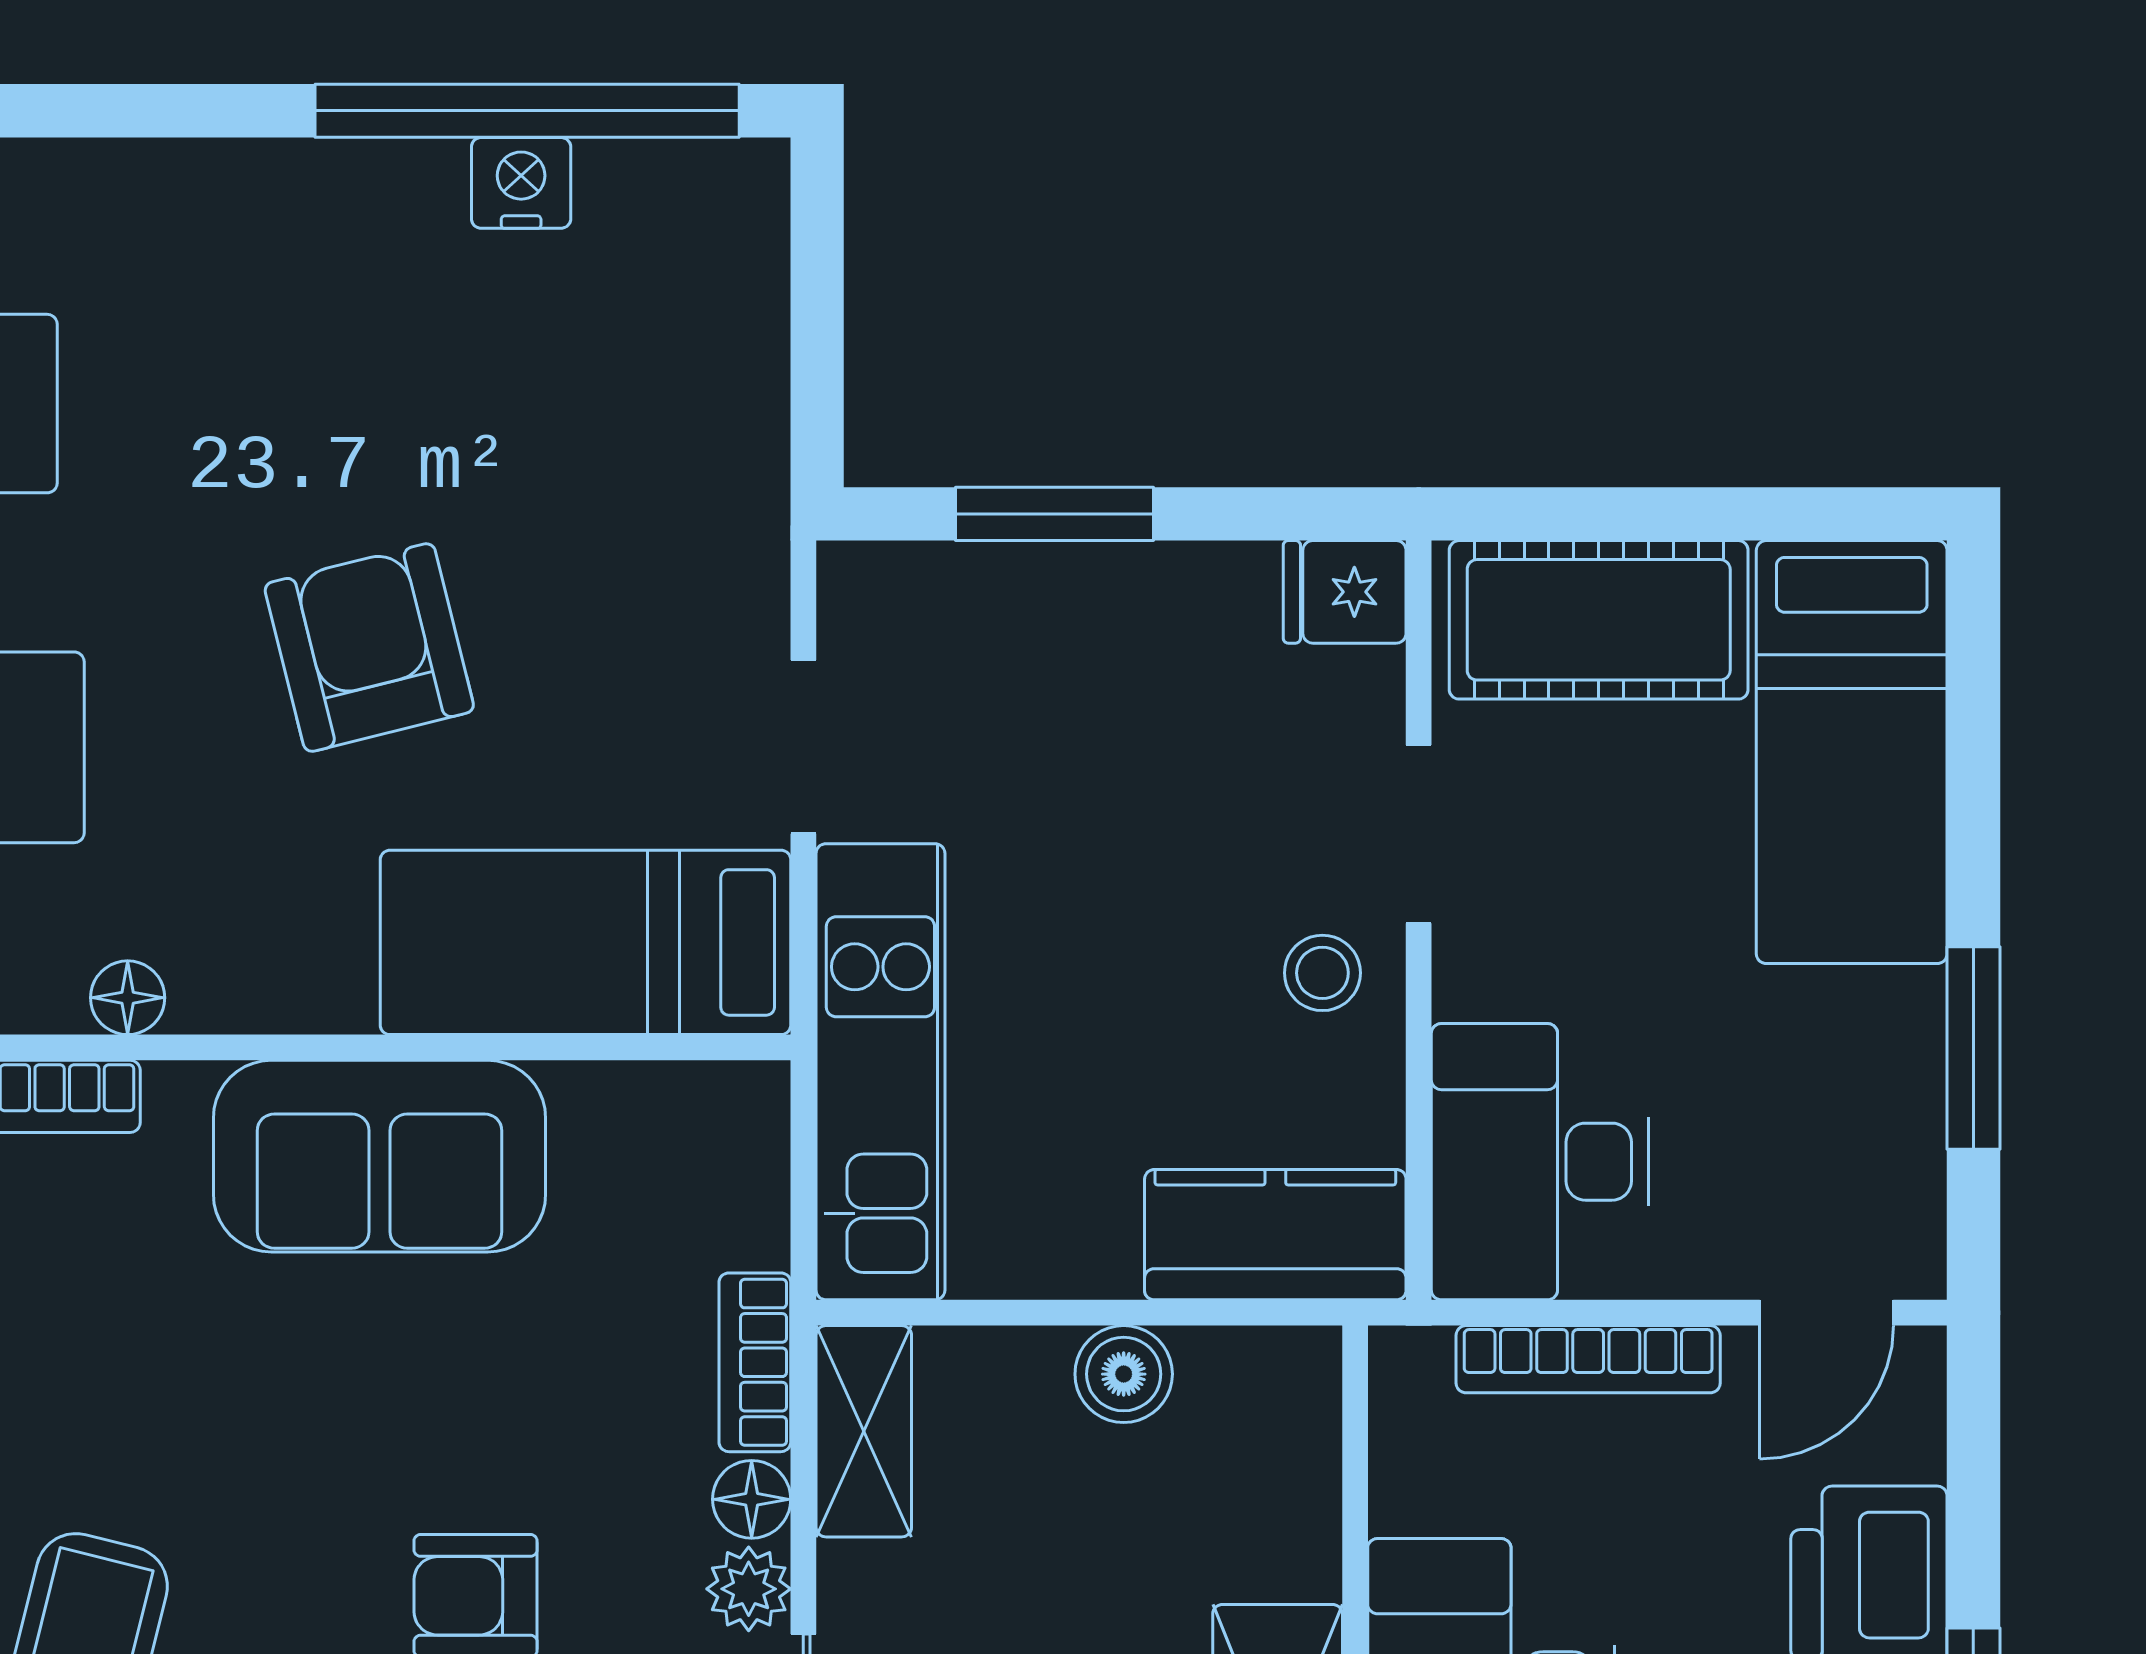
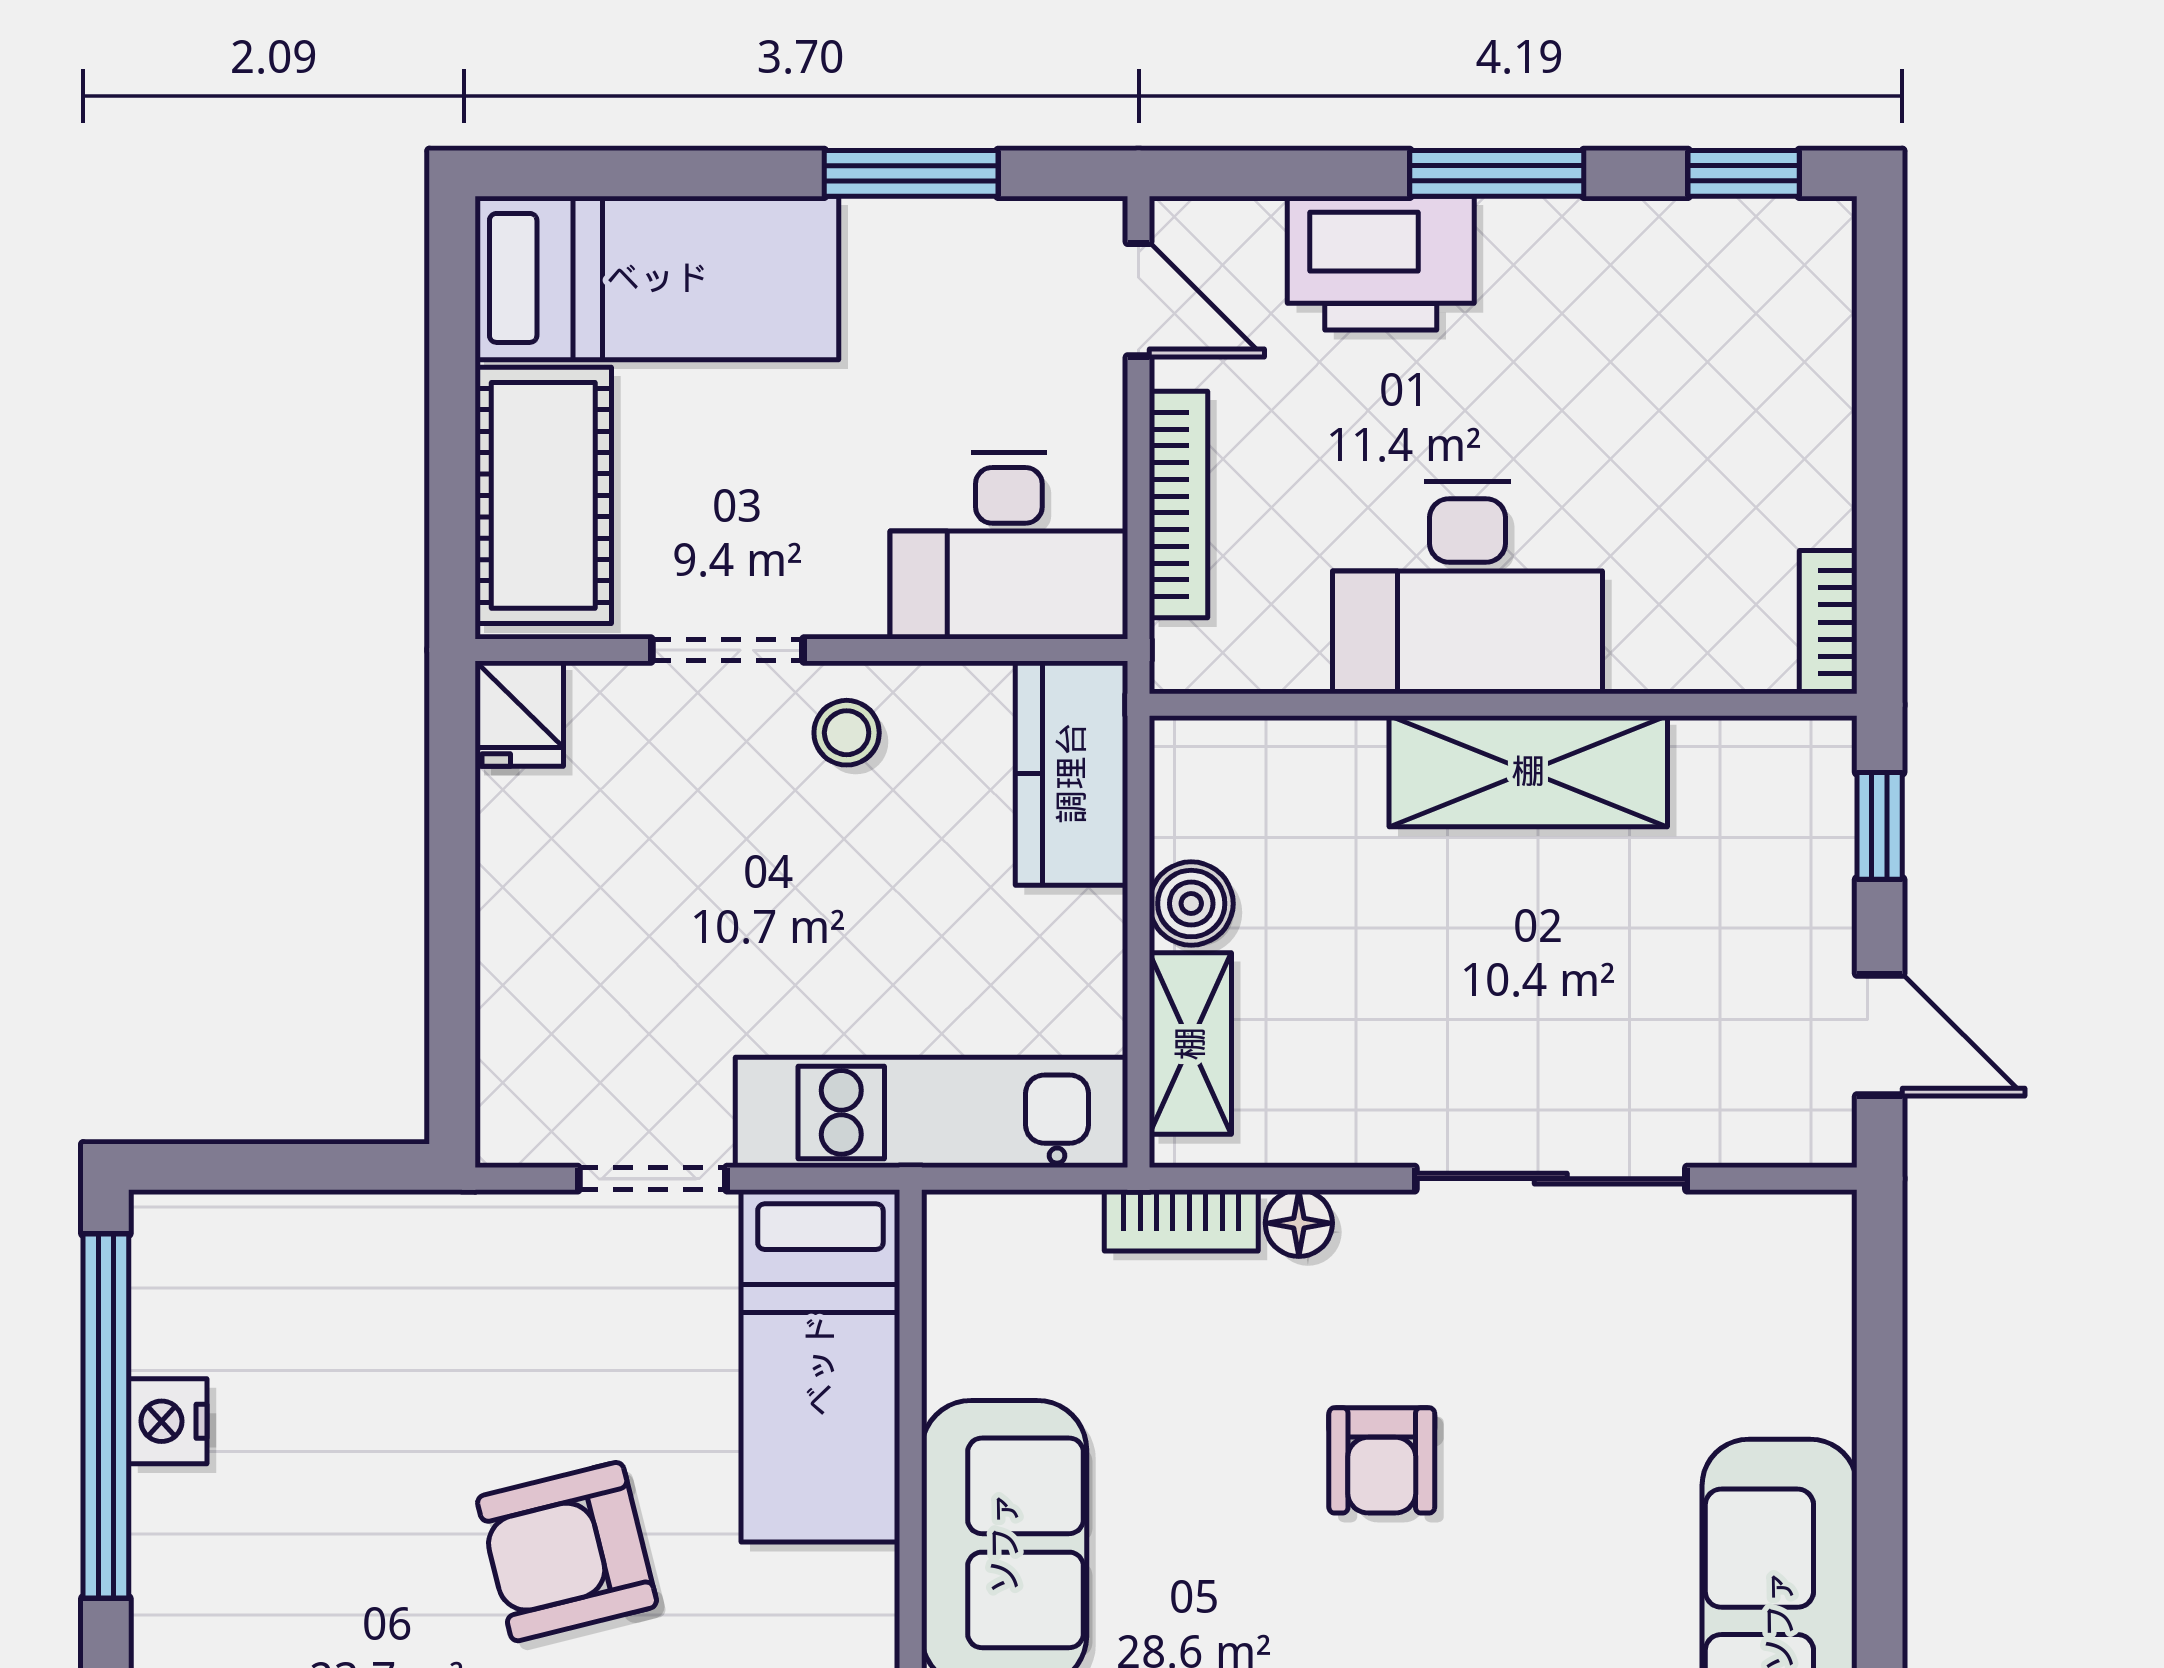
window: (1055, 514) -> (452, 963), removed
shelving: (864, 1431) -> (1190, 1044), moved, turned 90
plant: (749, 1589) -> (1376, 1226), removed

